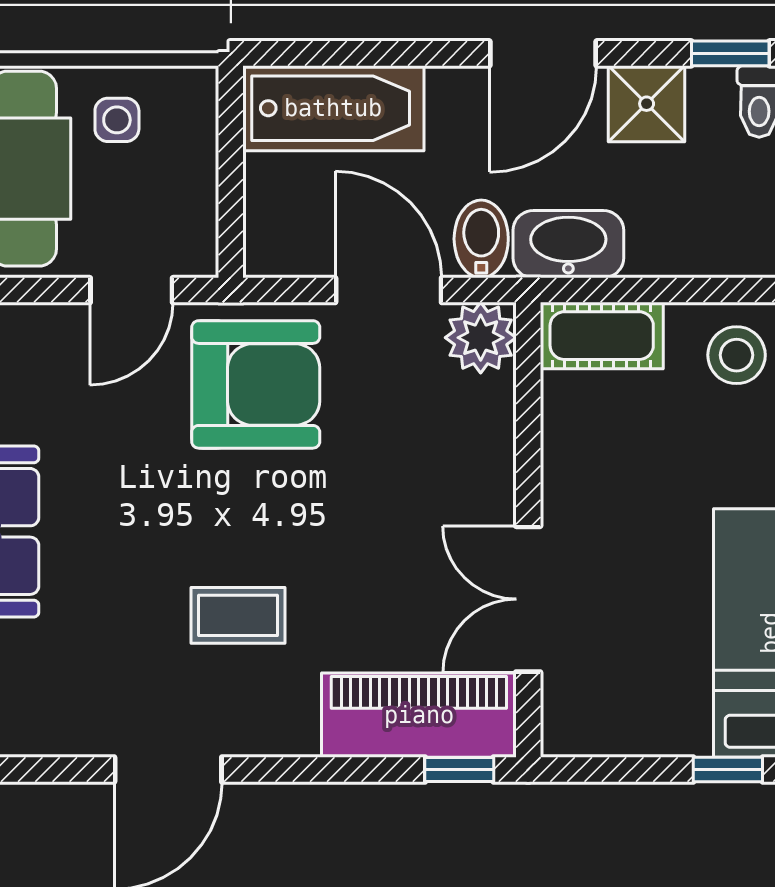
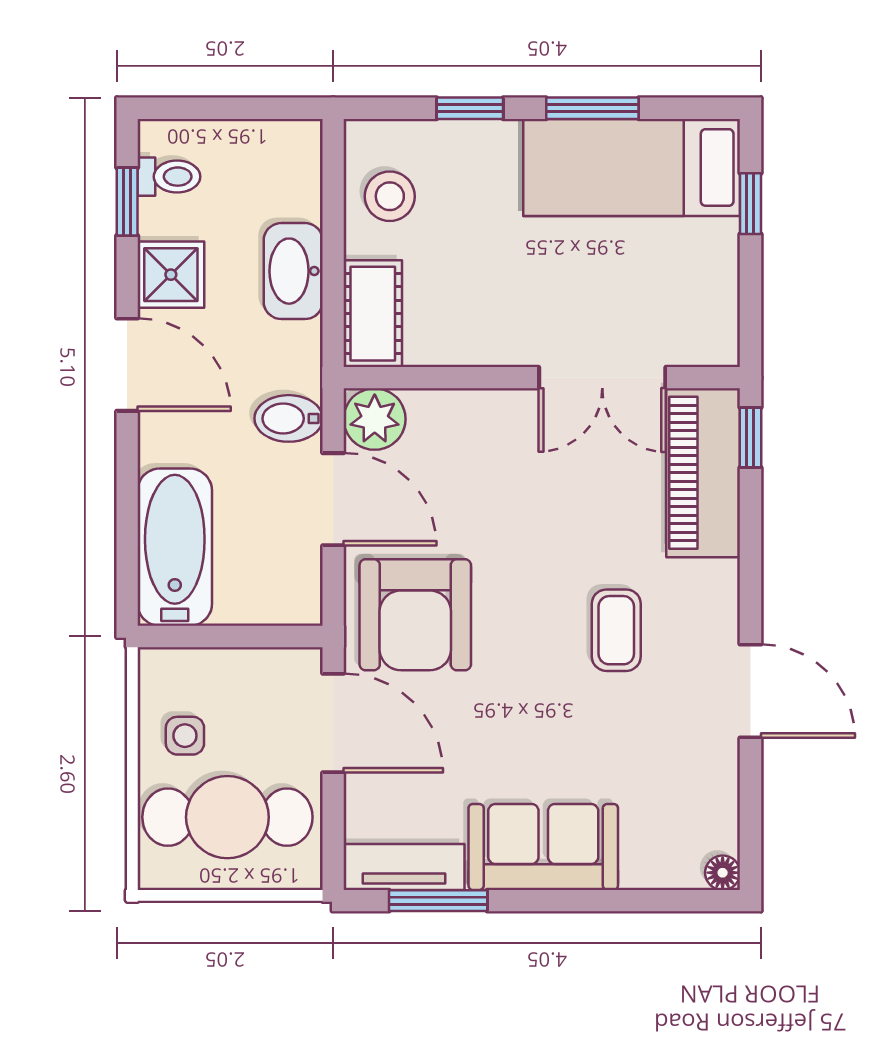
washbasin: (568, 244) -> (293, 271), moved
door: (131, 290) -> (333, 723), width x1.38
door: (389, 290) -> (333, 499), swing flipped
armchair: (256, 384) -> (415, 615), turned 180

